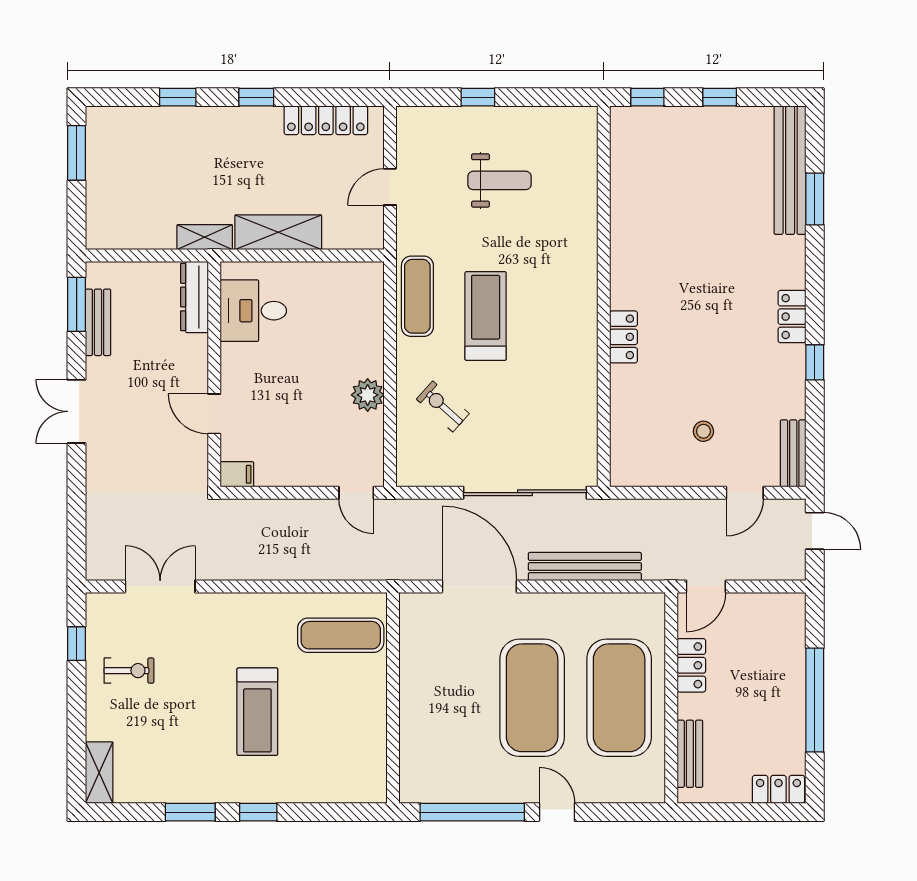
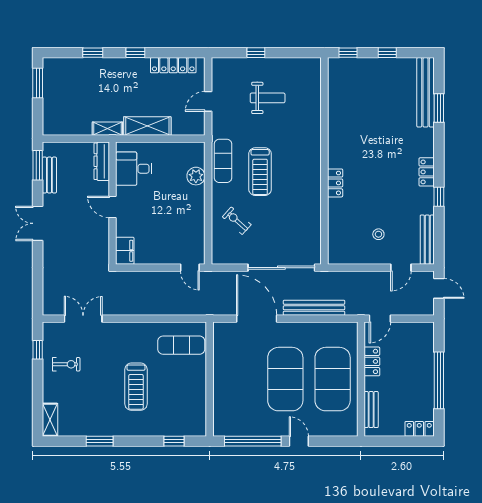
treadmill: (486, 316) -> (260, 172), turned 180
plant: (368, 395) -> (196, 176), moved
door: (214, 414) -> (113, 207), moved
bench: (793, 453) -> (427, 240), width x1.36
filing cabinet: (237, 474) -> (125, 251), width x2.00
window: (258, 812) -> (174, 441), moved

